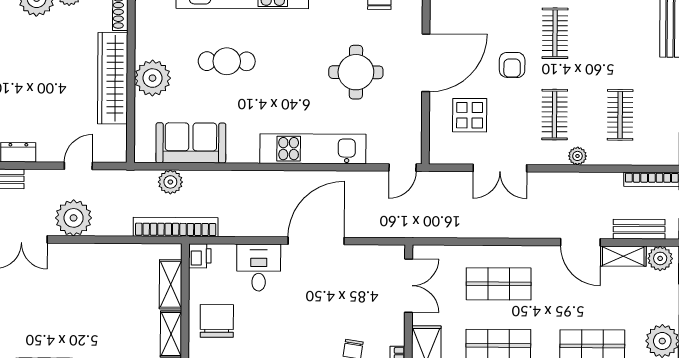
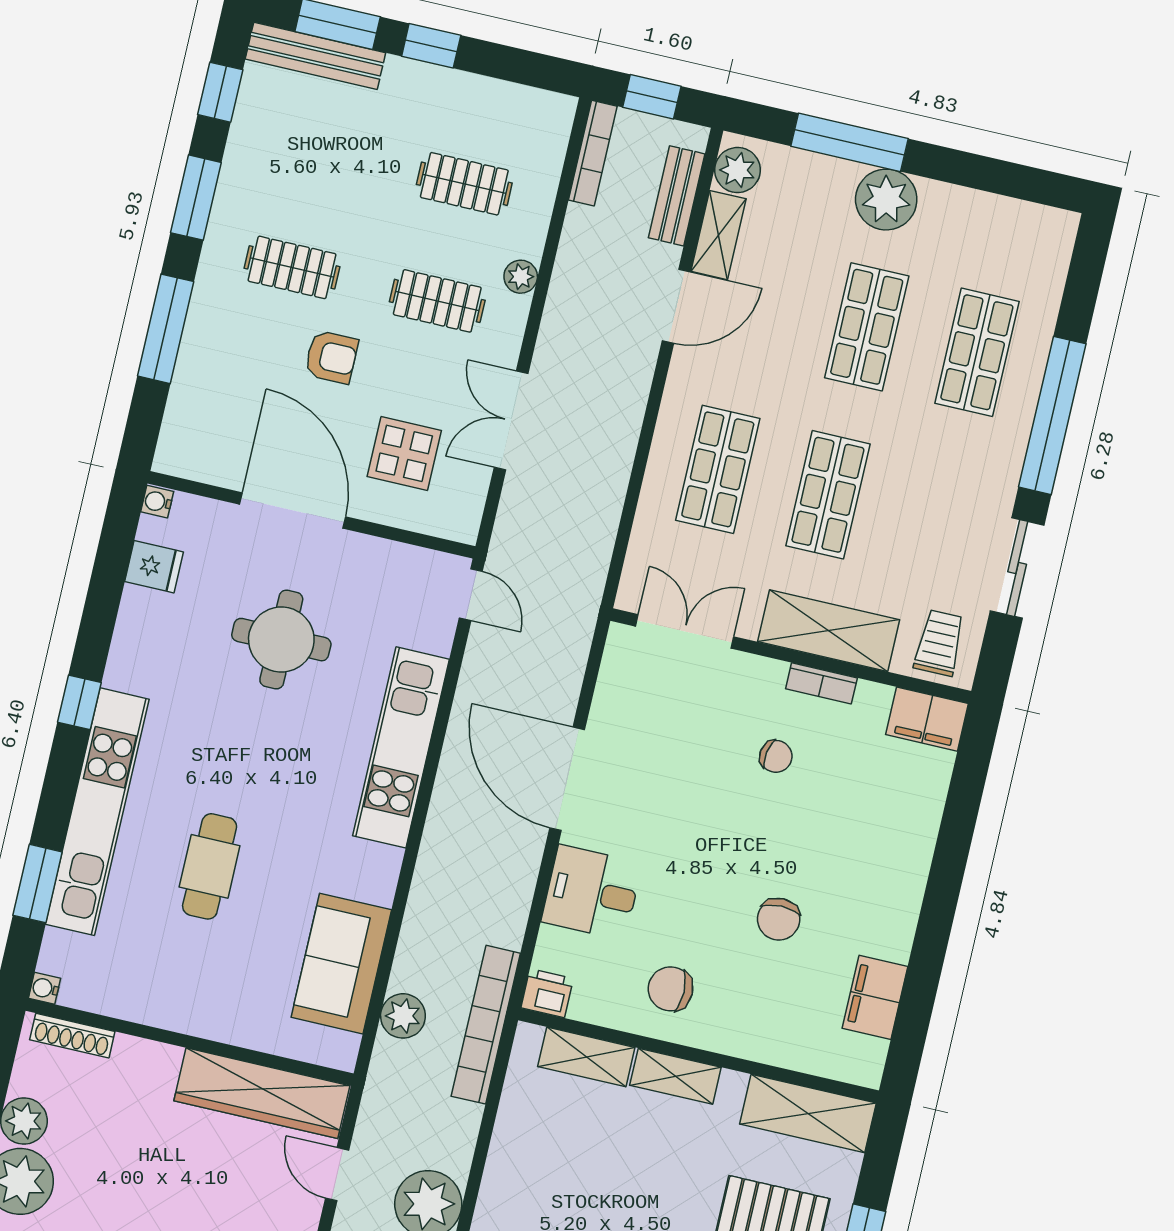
wardrobe: (113, 78) -> (262, 1093), moved
plant: (153, 78) -> (210, 1006), removed
double door: (500, 168) -> (511, 420), swing flipped
chair: (217, 321) -> (670, 989), width x0.73, depth x0.73

